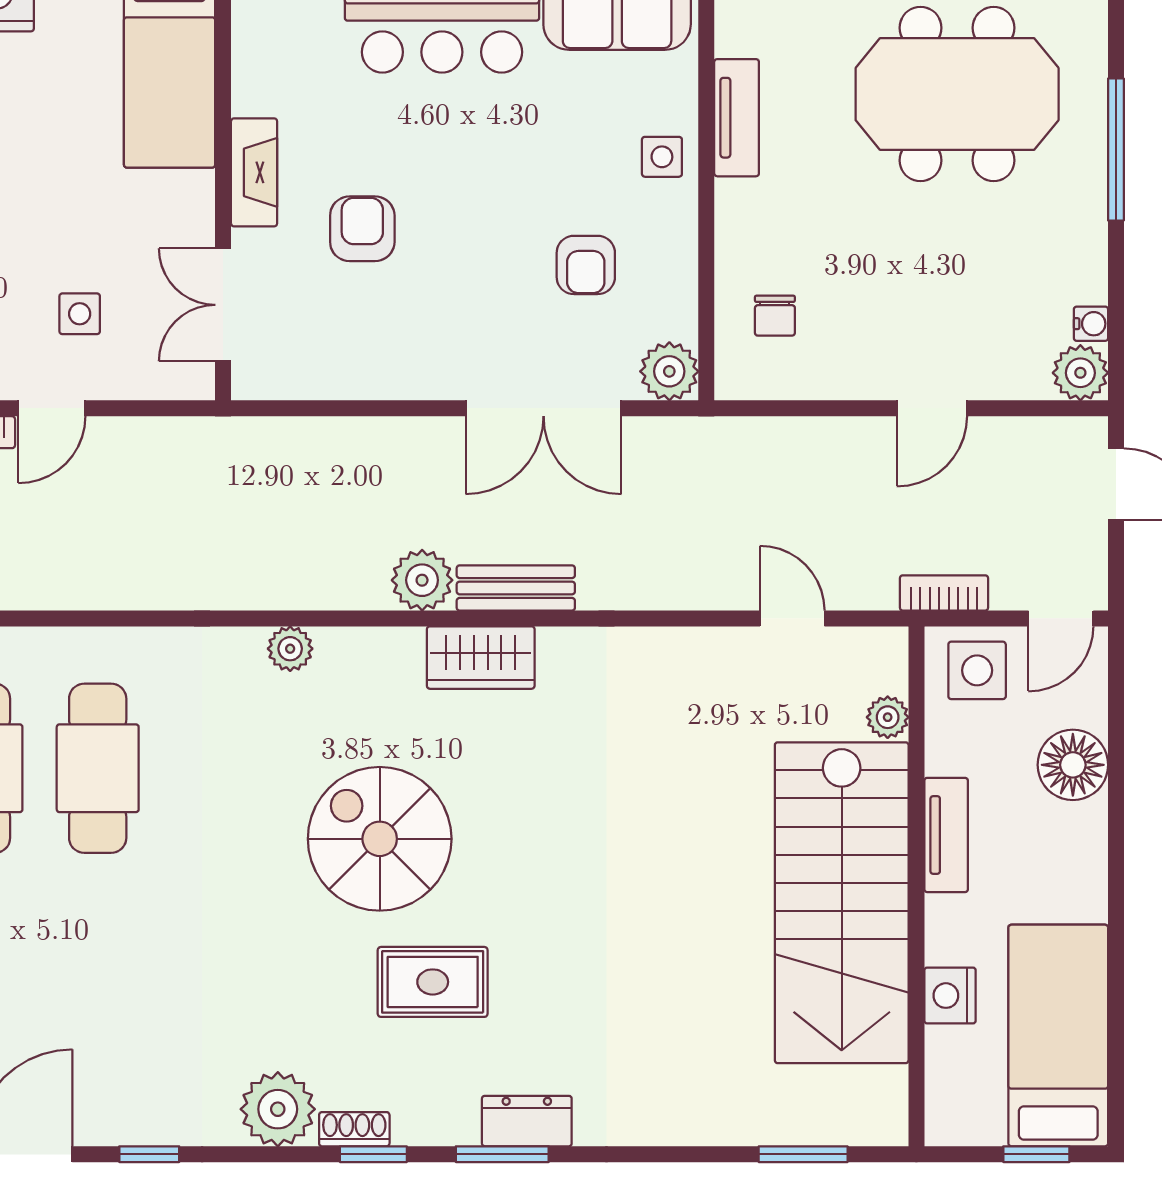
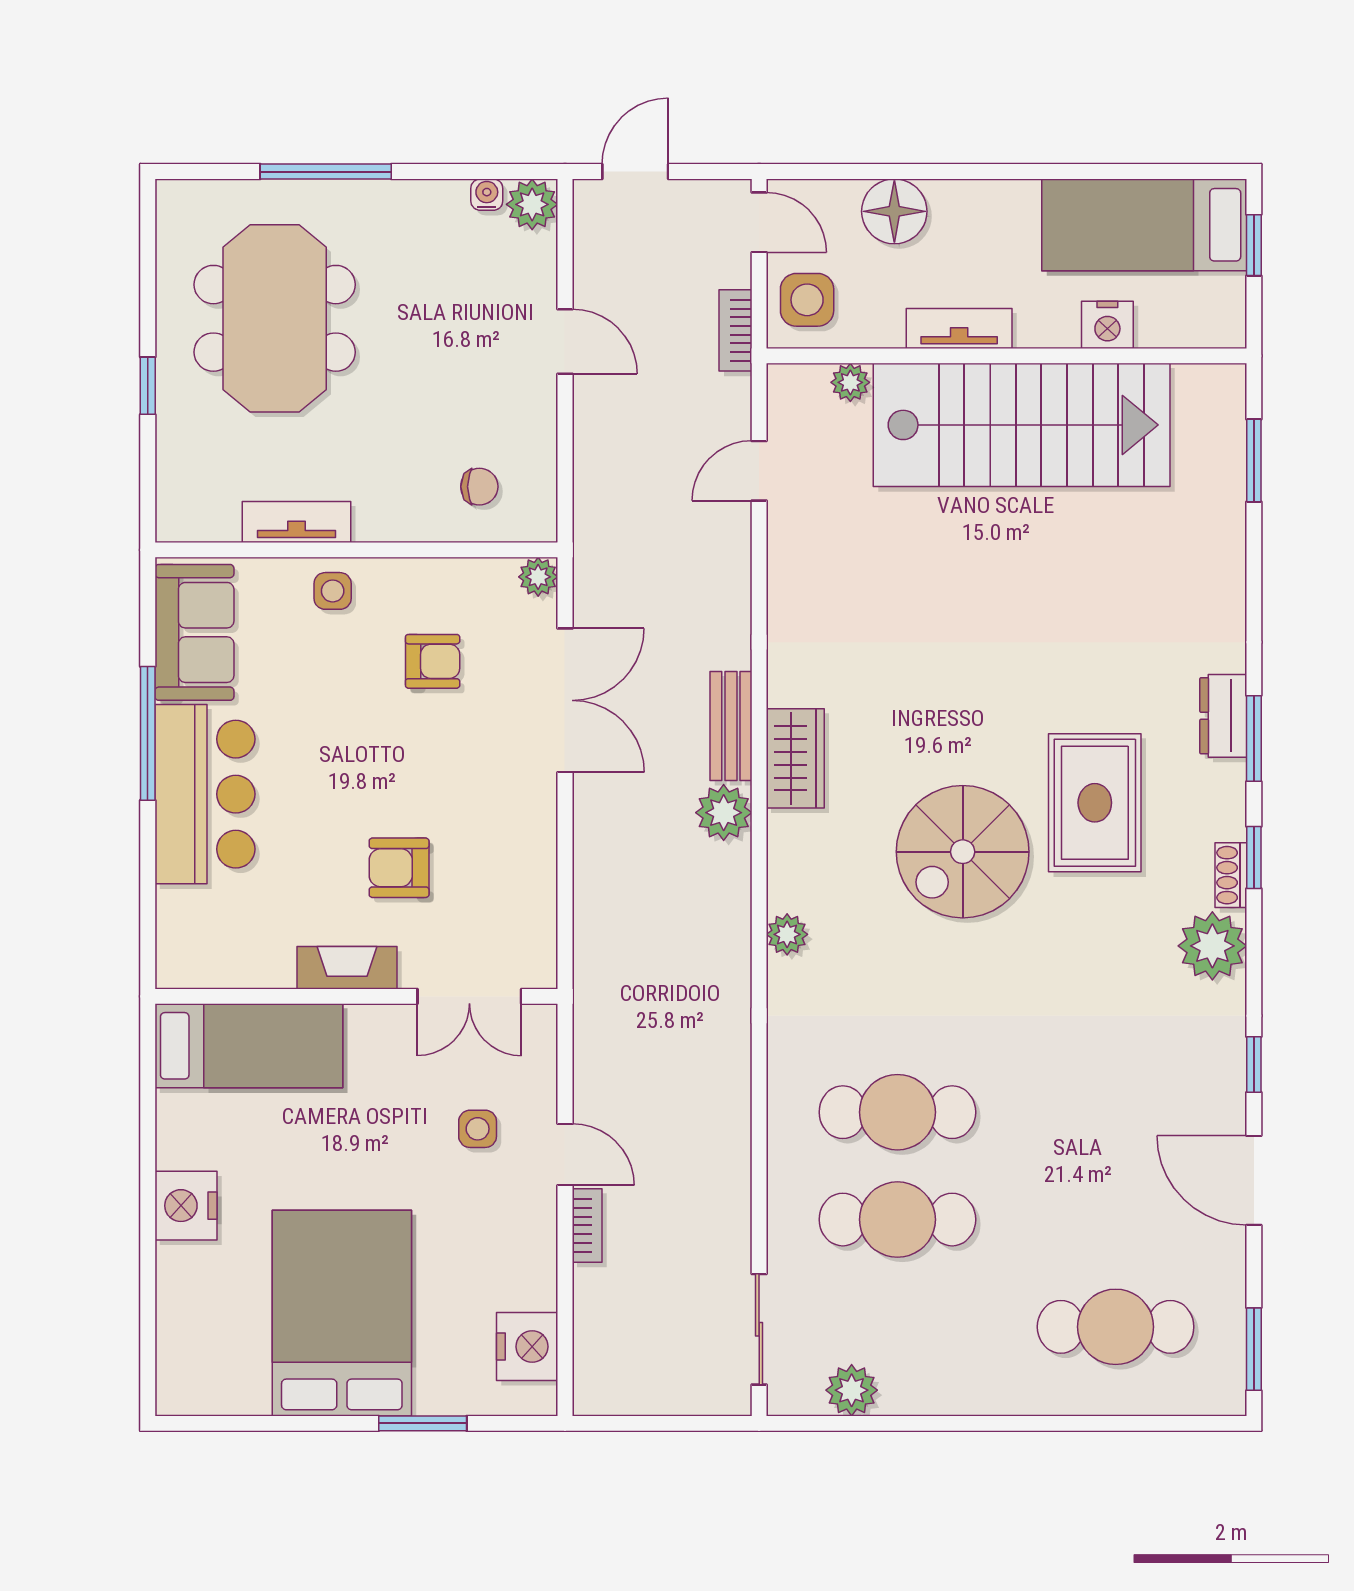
plant: (669, 371) -> (538, 577), width x0.73, depth x0.73
rug: (433, 982) -> (1095, 803), width x1.36, depth x1.43

